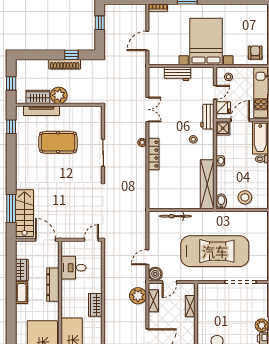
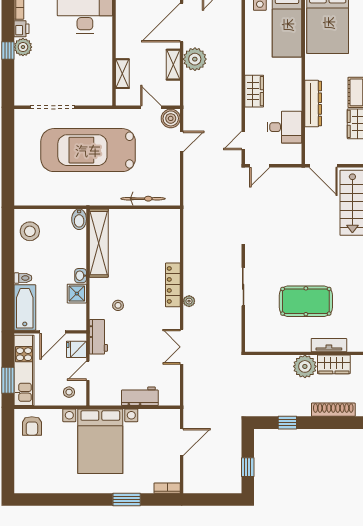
shoe rack: (65, 64) -> (333, 410), moved
tv unit: (41, 111) -> (329, 345), width x0.71
shower: (223, 128) -> (77, 294), moved
stool: (245, 197) -> (30, 231), moved
door: (103, 258) -> (243, 140), added
door: (169, 282) -> (151, 107), hinge flipped
plant: (138, 296) -> (195, 59), moved
shelving: (153, 301) -> (173, 65), moved
wardrobe: (95, 305) -> (254, 91), moved

